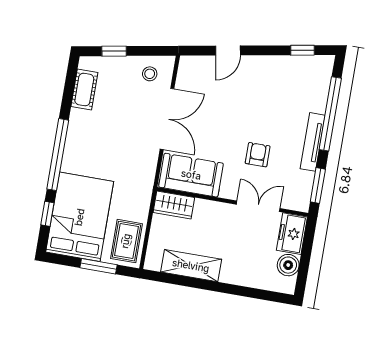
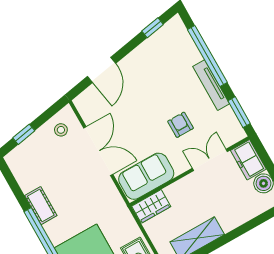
door: (228, 51) -> (102, 70), width x1.38
cot: (84, 89) -> (41, 206), moved

